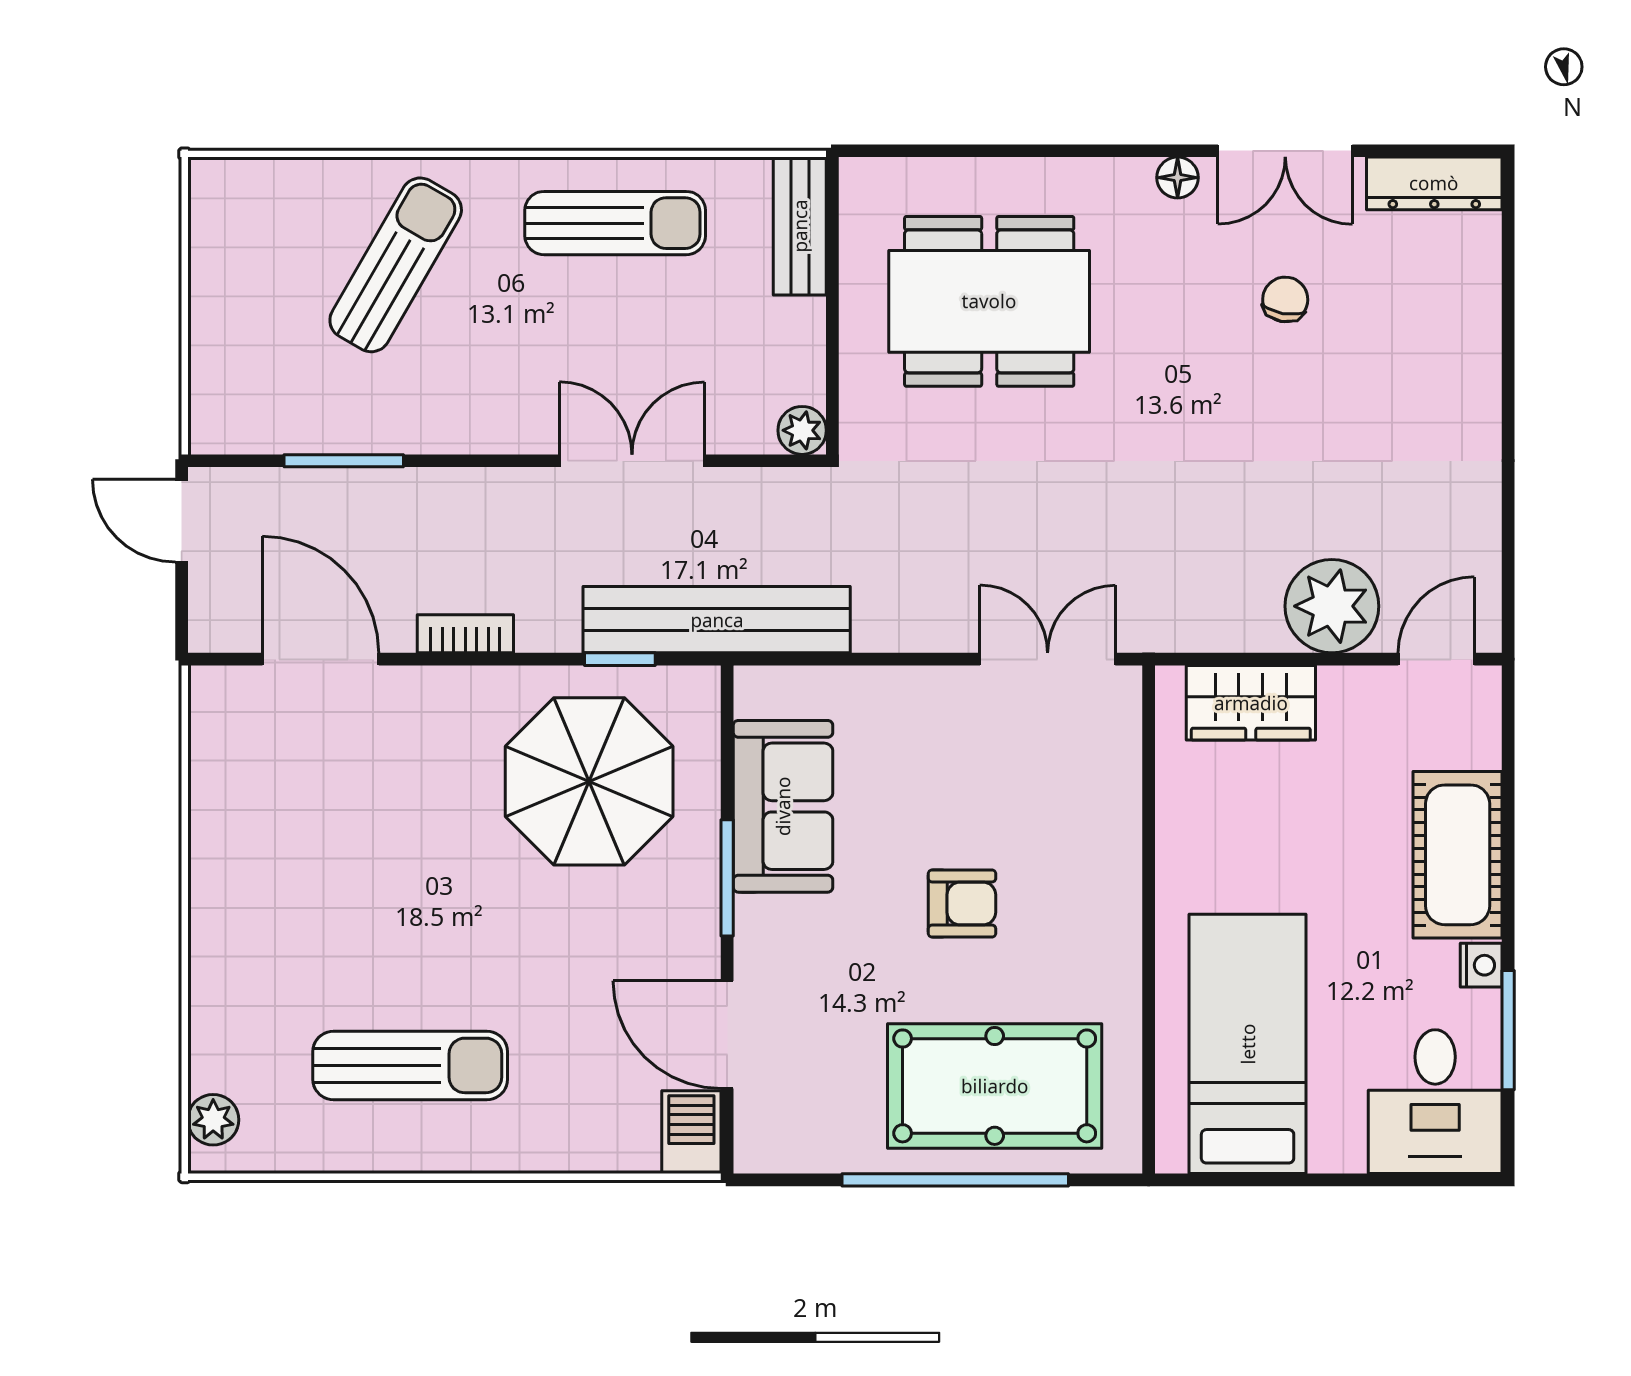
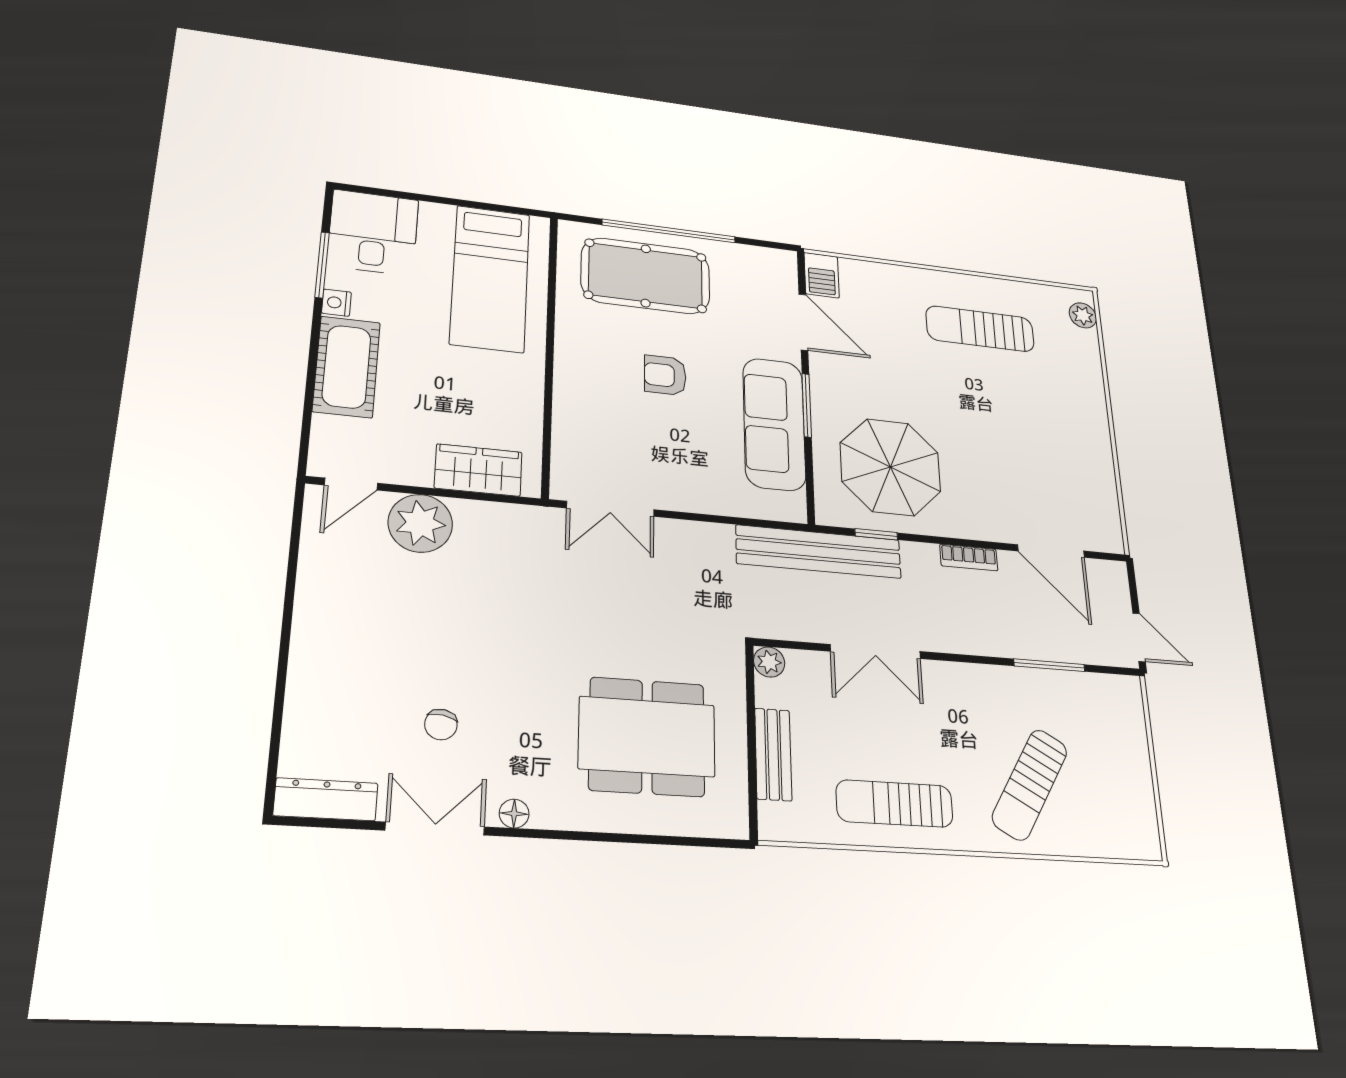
bench: (800, 226) -> (773, 754), moved
sofa: (783, 806) -> (774, 424), width x1.36

